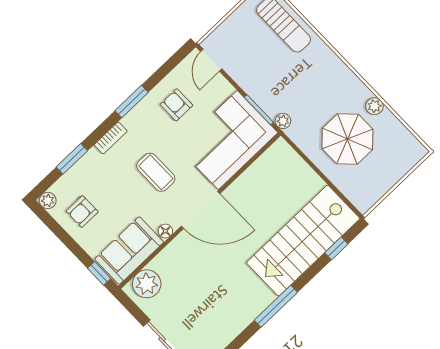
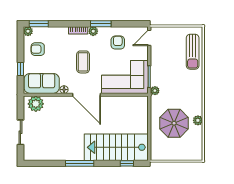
plant: (131, 121) -> (93, 31), added
window: (72, 159) -> (39, 24), moved
window: (99, 273) -> (20, 69), moved

